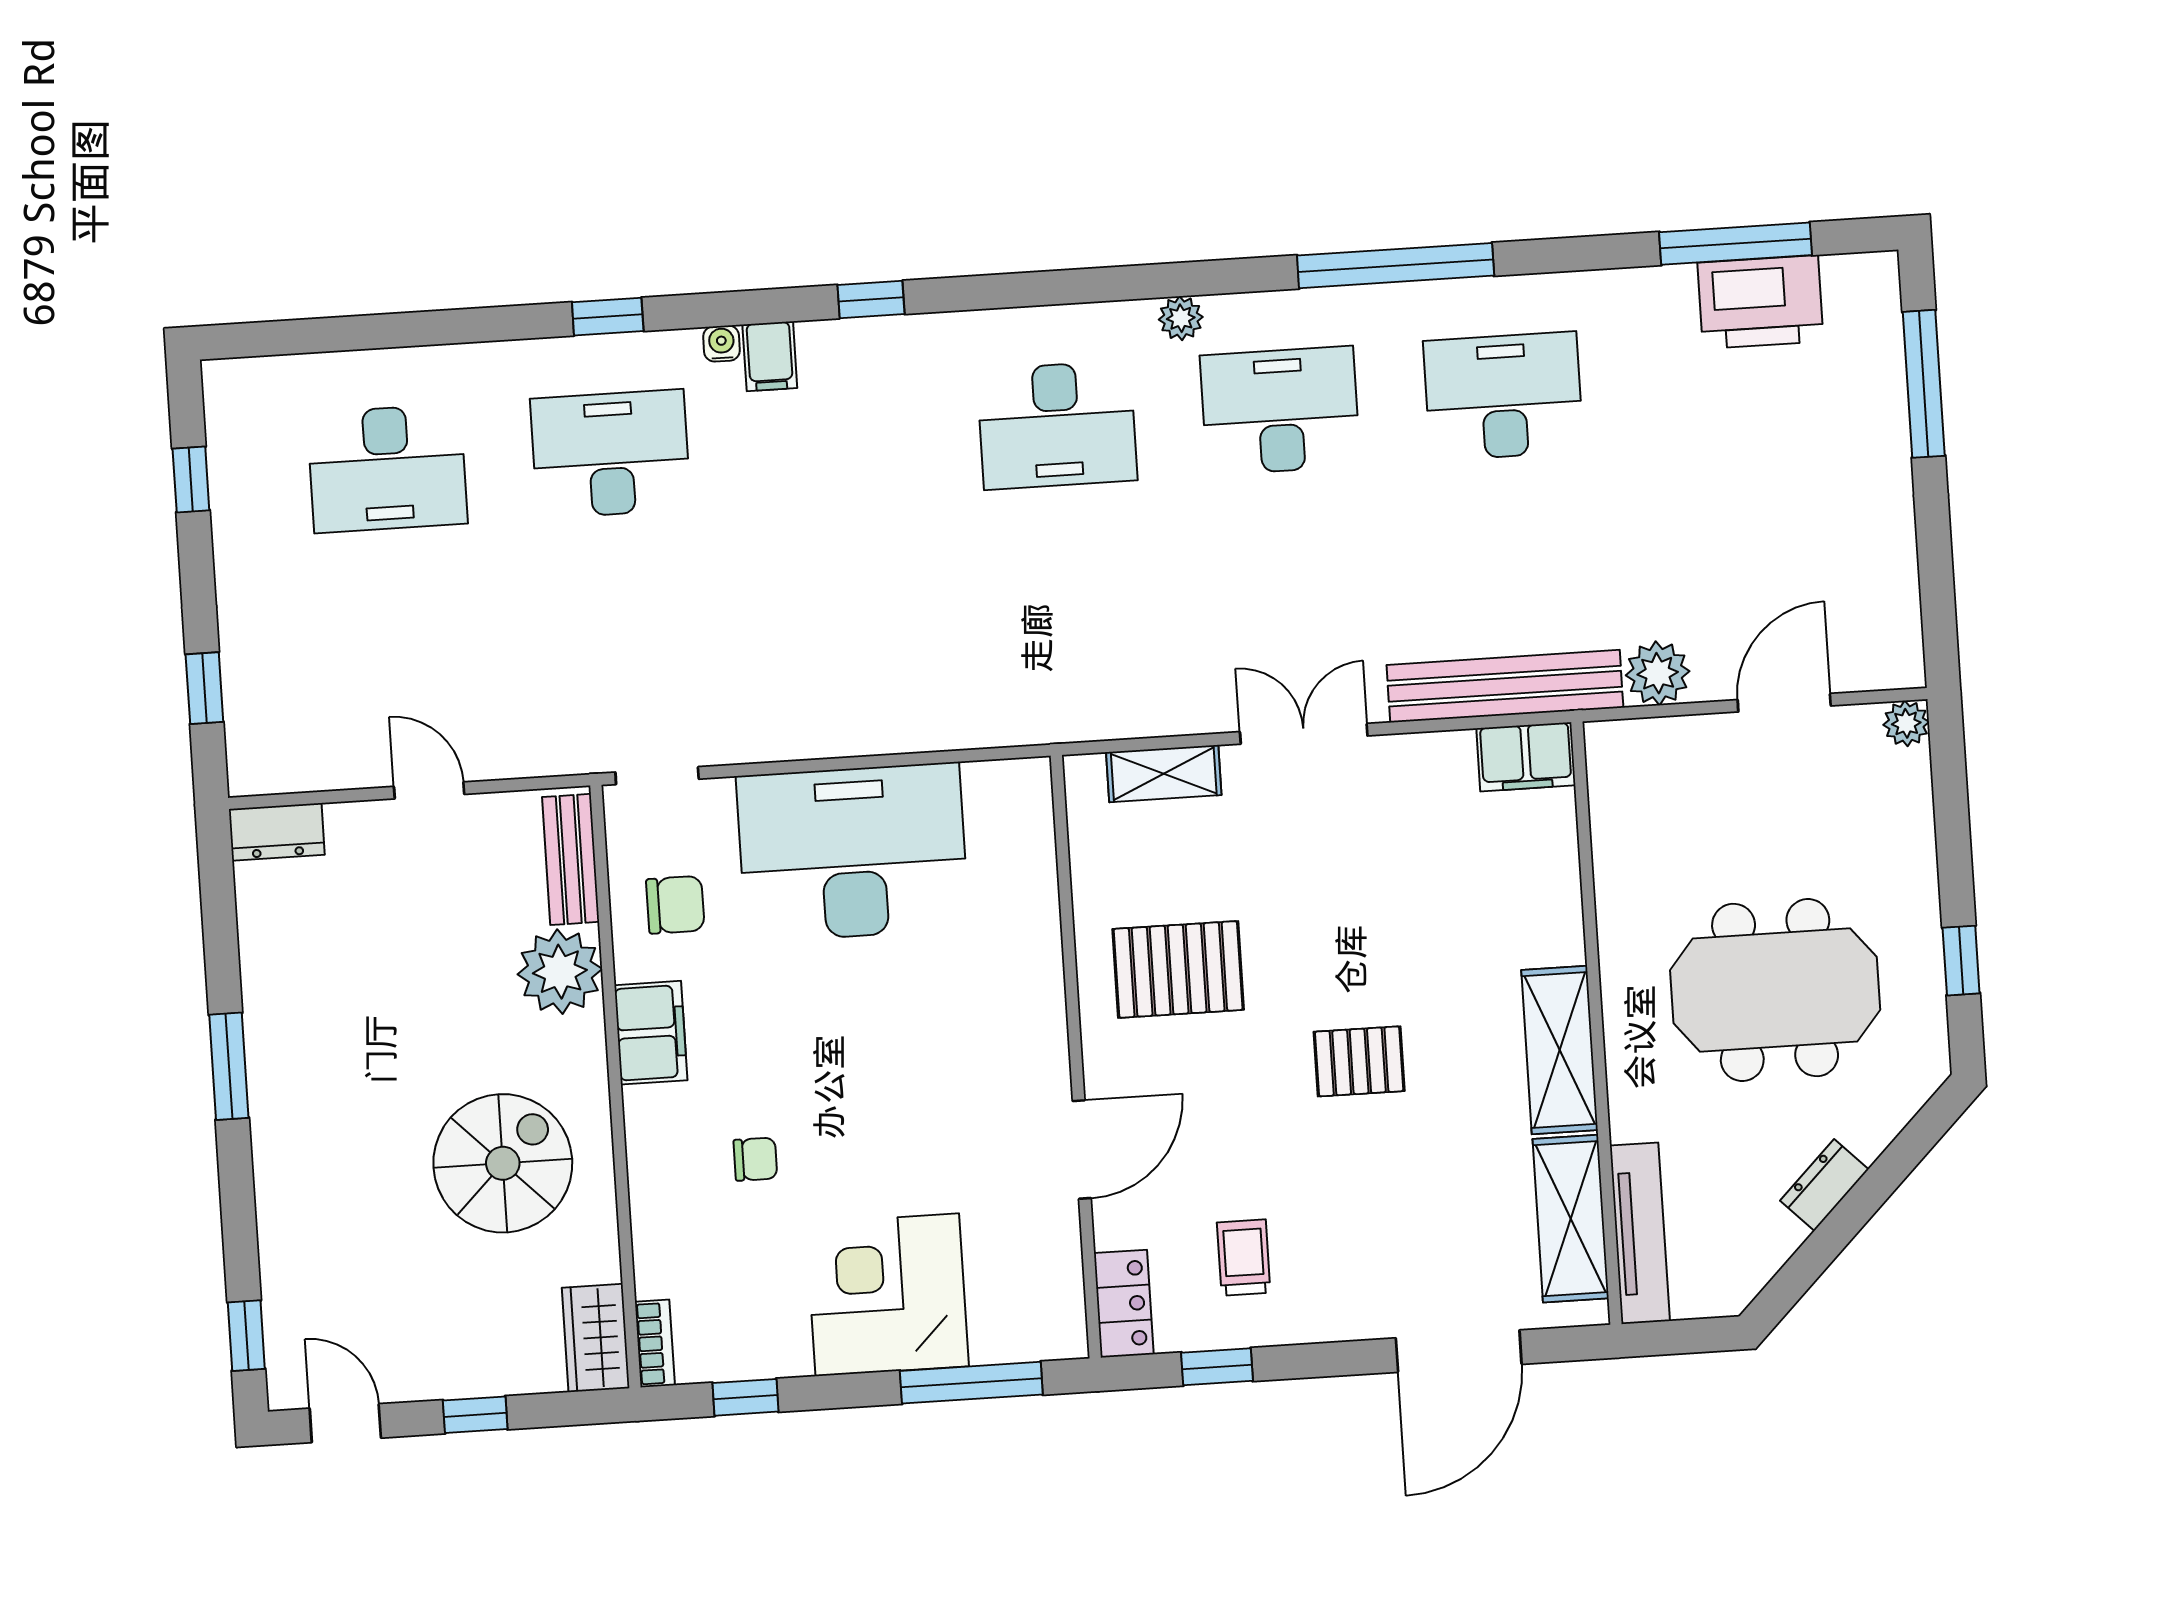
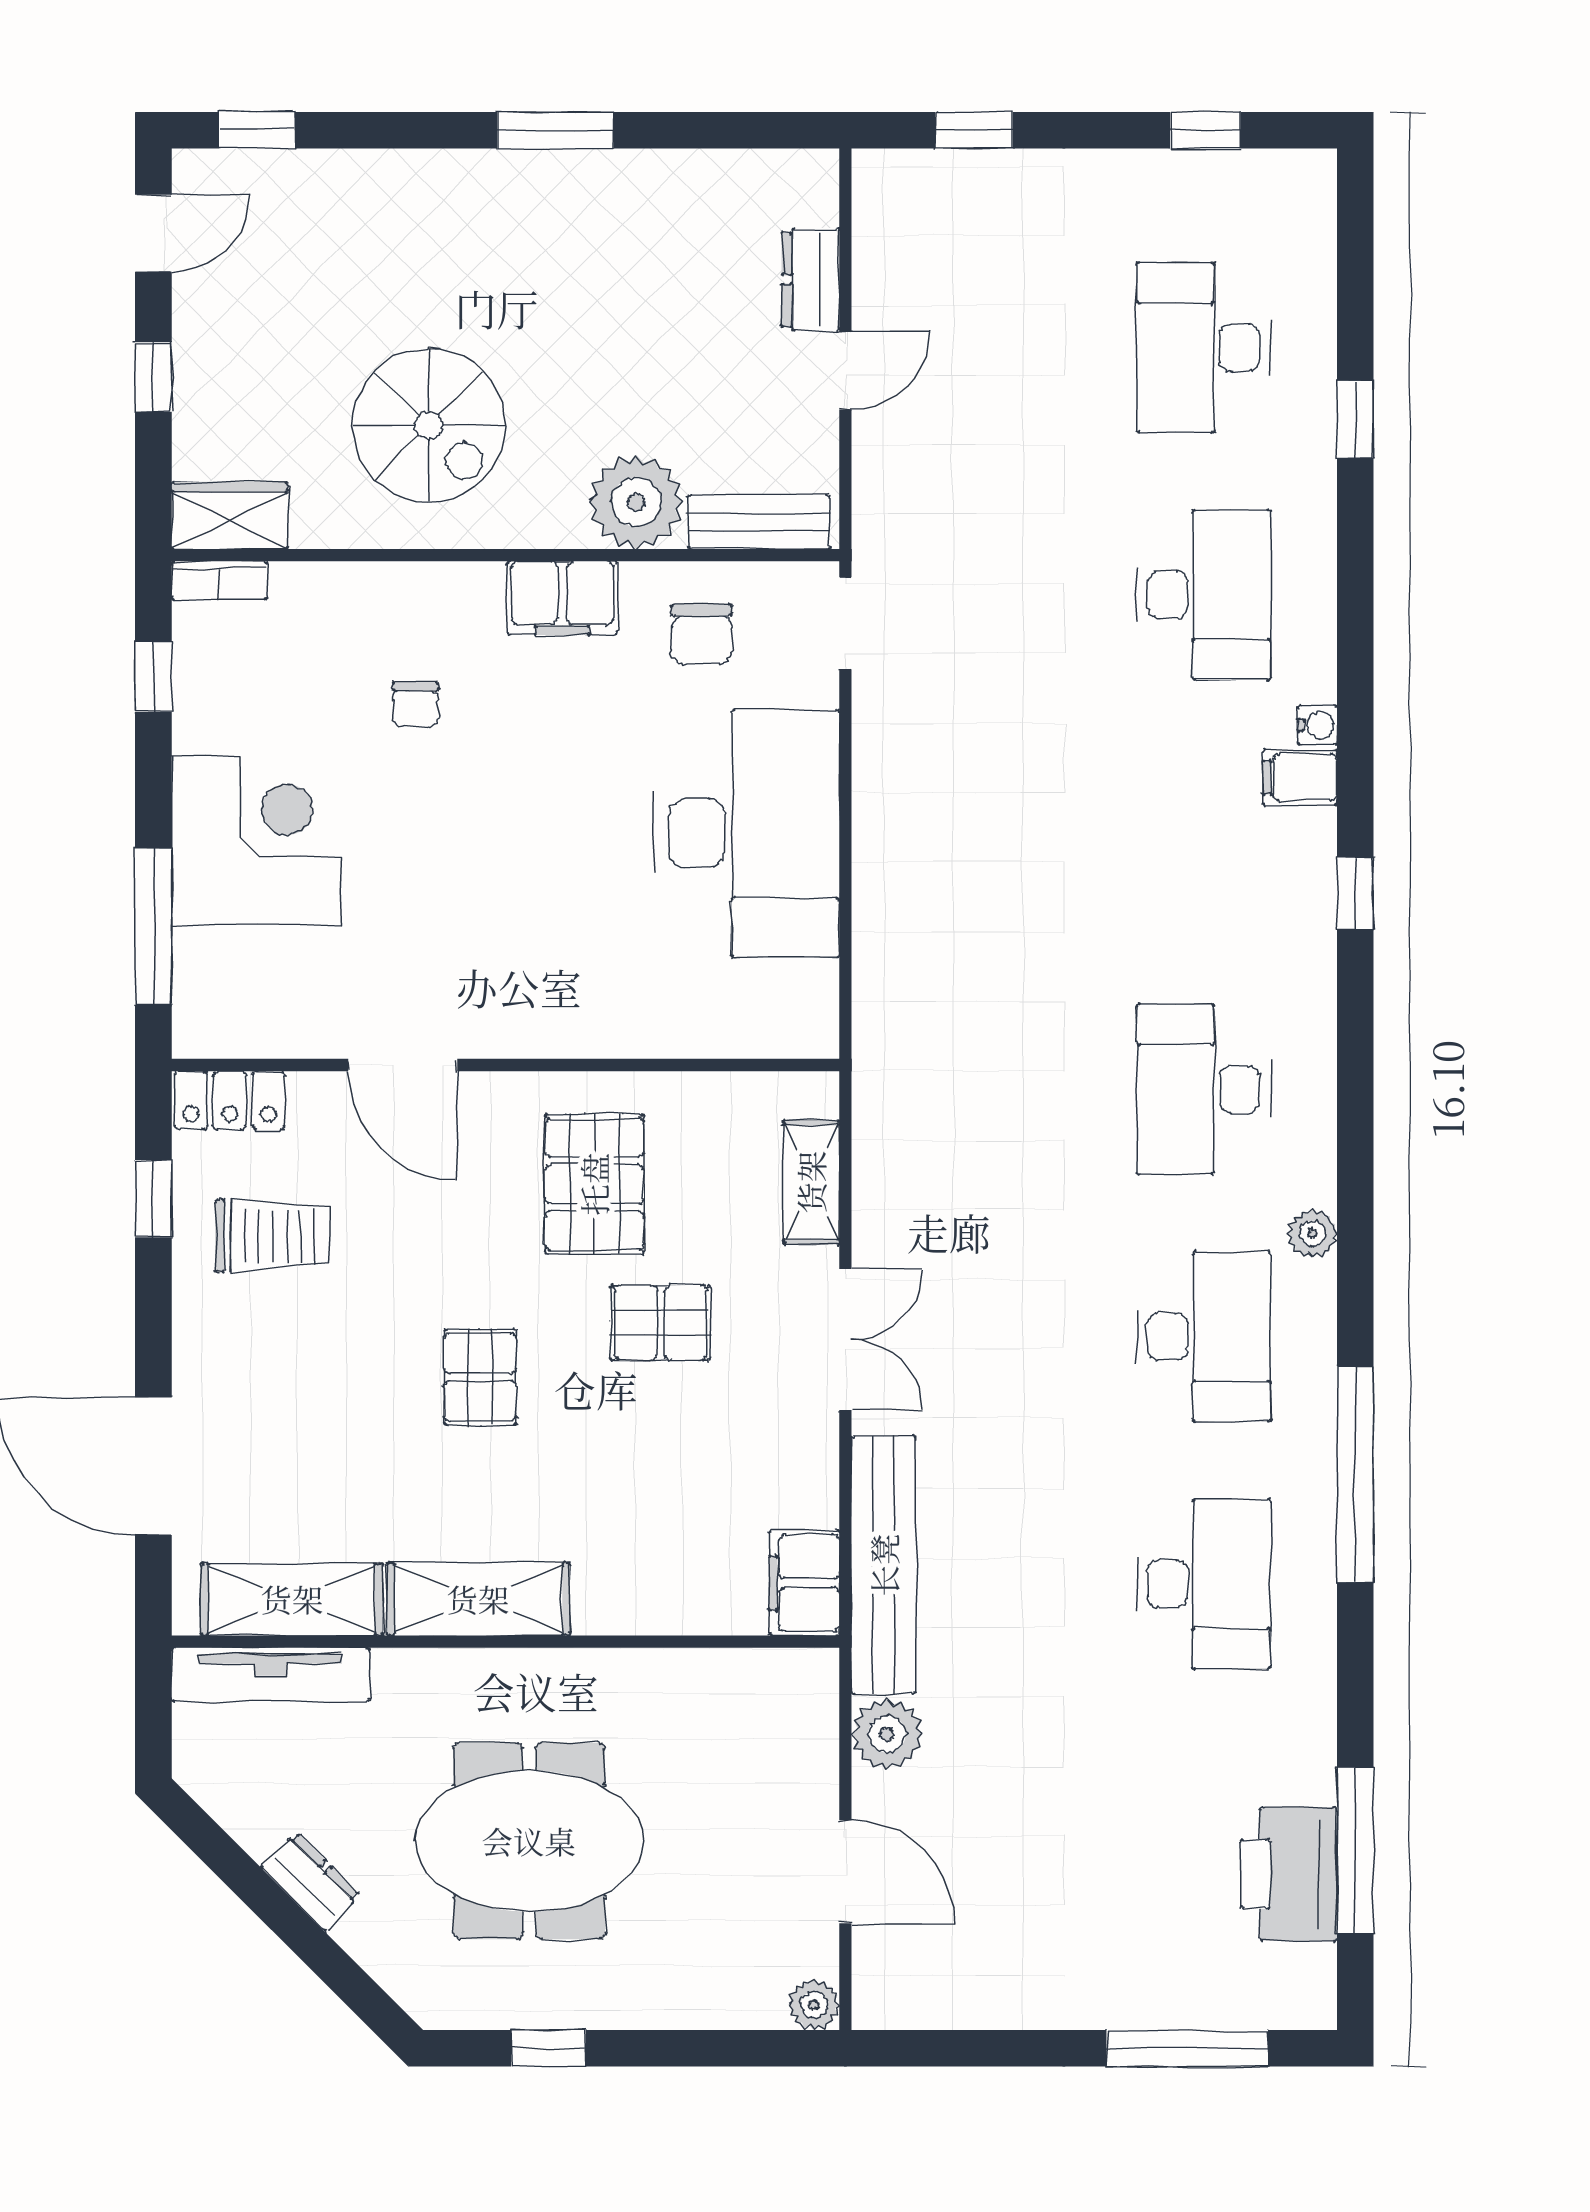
window: (608, 317) -> (1355, 419), moved
dresser: (277, 832) -> (810, 279), moved
pallet: (1300, 902) -> (660, 1323), added
meeting table: (1775, 990) -> (529, 1841), turned 90
trolley: (1244, 1258) -> (272, 1236), width x1.36, depth x1.39

